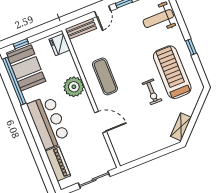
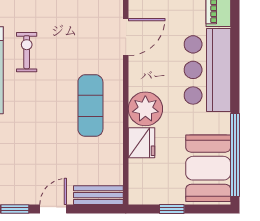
window: (21, 44) -> (172, 209), moved
fridge: (60, 45) -> (141, 143), moved
door: (101, 122) -> (126, 37), swing flipped

